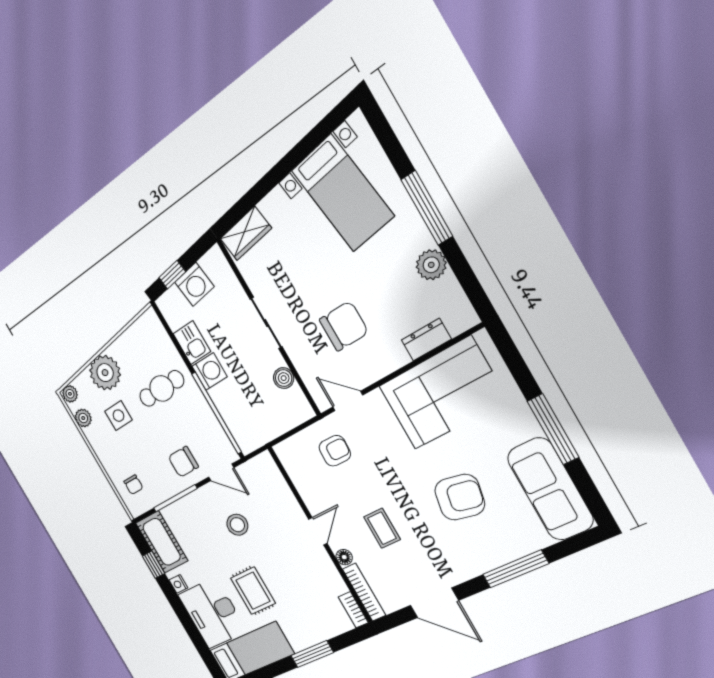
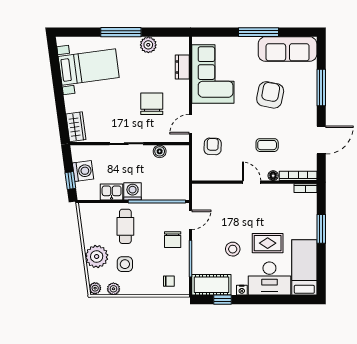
stool: (237, 525) -> (233, 249), moved

